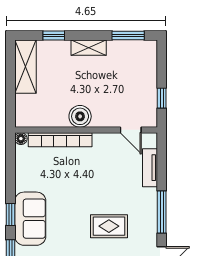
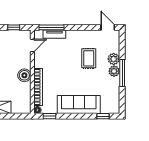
window: (162, 212) -> (52, 27), moved
window: (10, 215) -> (49, 116), moved
sofa: (30, 219) -> (79, 105), width x1.36

